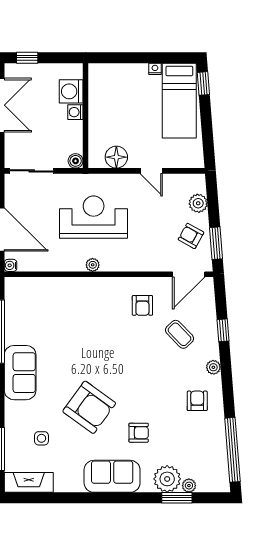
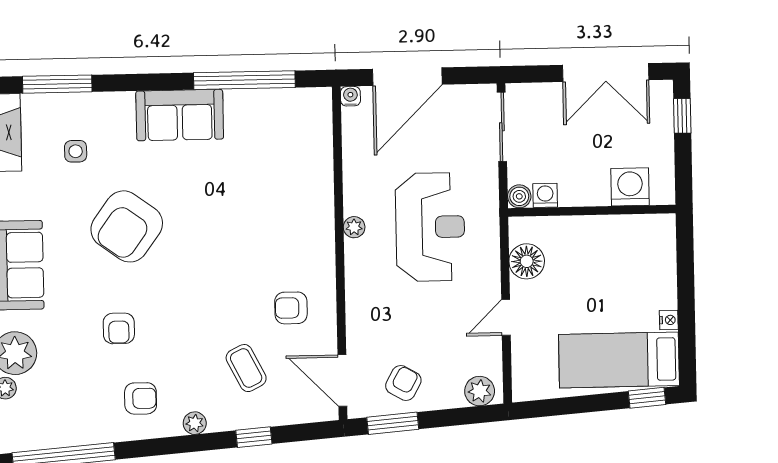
washing machine: (75, 112) -> (545, 195), moved
plant: (198, 203) -> (480, 391), moved
coffee table: (180, 334) -> (246, 368), turned -73
armchair: (139, 433) -> (119, 328), moved

